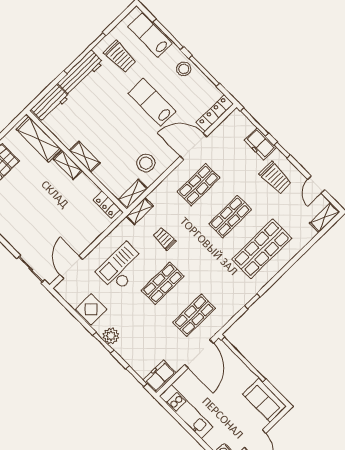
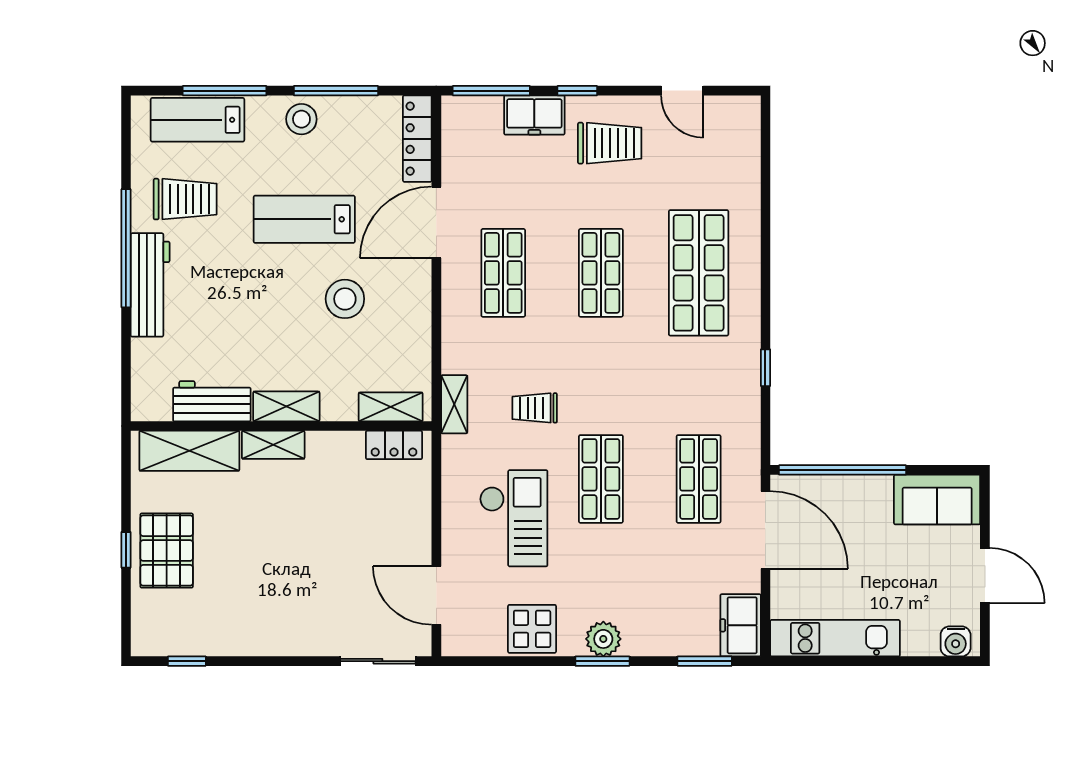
workbench: (50, 103) -> (212, 401), moved, turned -90
stool: (146, 163) -> (345, 299), moved
shelving: (133, 194) -> (391, 407), moved, turned 90
shelving: (325, 217) -> (746, 128), removed
checkout: (121, 267) -> (514, 518), turned 180

